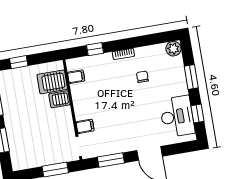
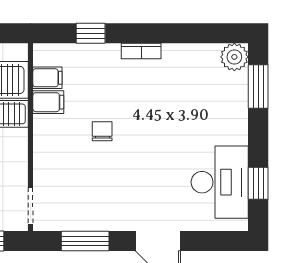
chair: (142, 77) -> (102, 131), moved
window: (191, 77) -> (258, 87), moved
filing cabinet: (85, 126) -> (48, 102), moved

